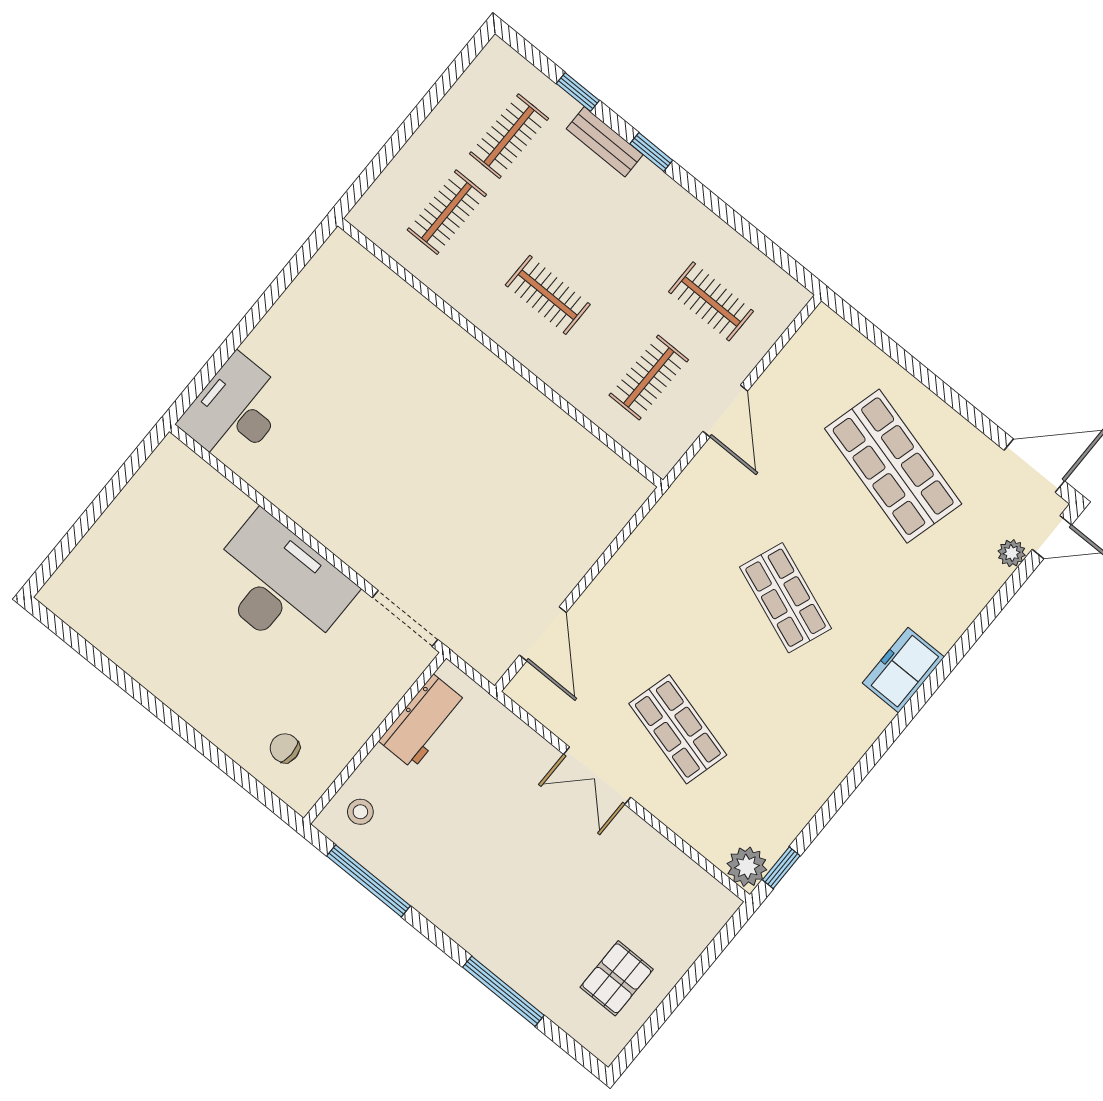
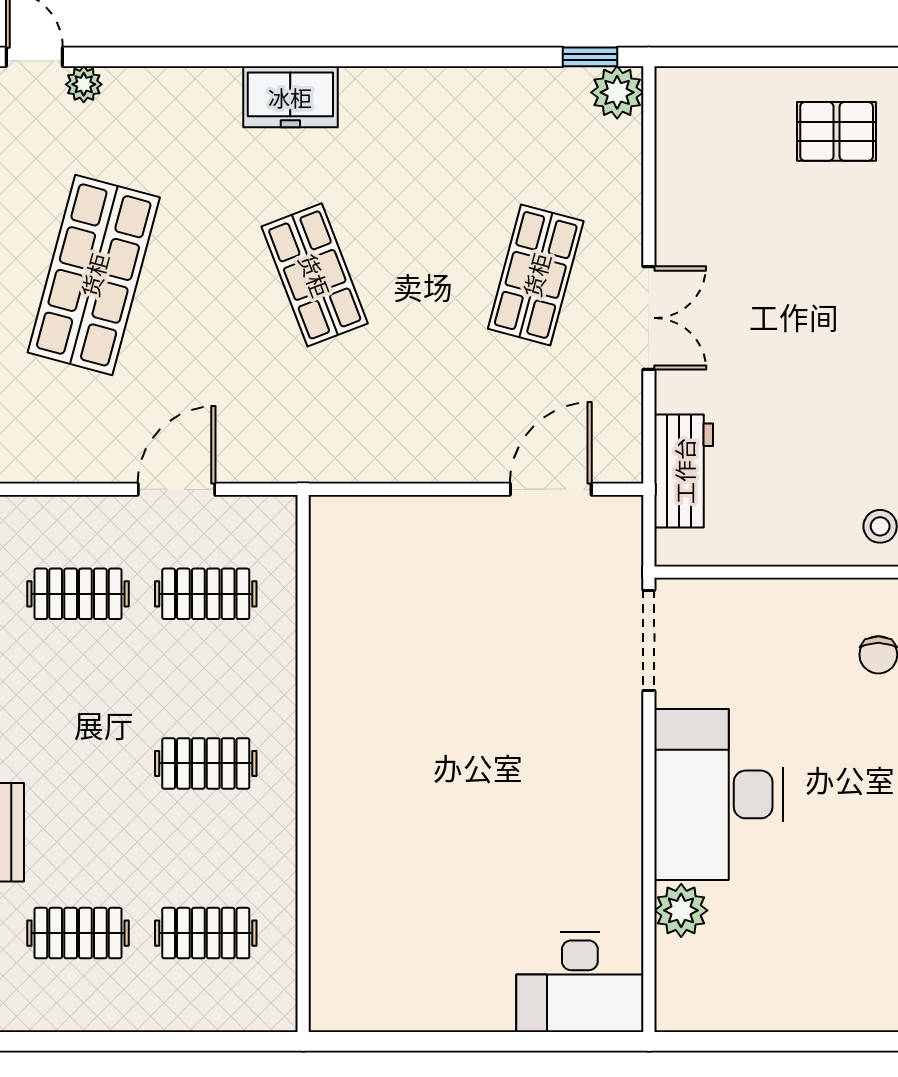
clothes rail: (548, 295) -> (206, 763), turned 90
clothes rail: (711, 301) -> (78, 594), turned 90
plant: (229, 506) -> (681, 910), added
shop shelf: (786, 598) -> (315, 275), turned -42
workbench: (423, 722) -> (684, 471), moved, turned 90

